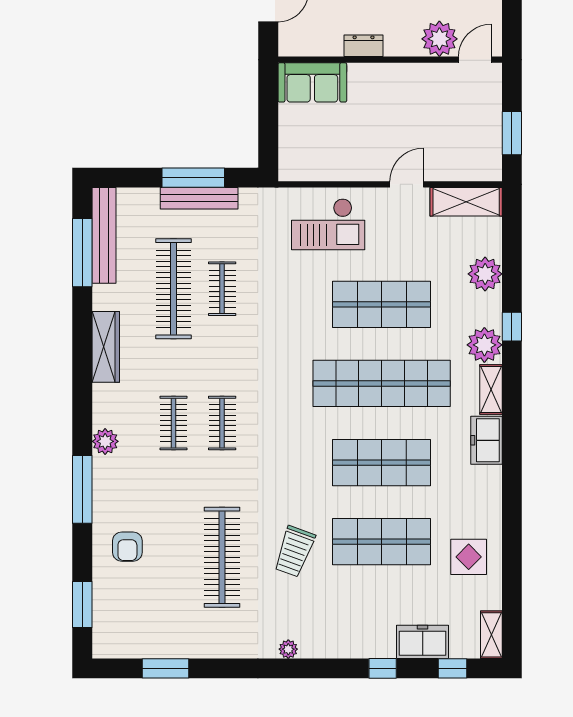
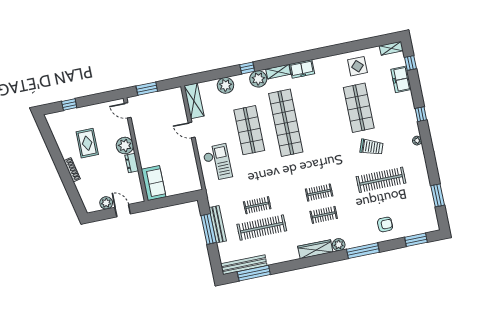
plant: (439, 39) -> (125, 146), moved
window: (512, 133) -> (147, 89), moved
wardrobe: (106, 347) -> (315, 249), moved
shop shelf: (382, 463) -> (322, 115), removed
window: (383, 668) -> (421, 114), moved

